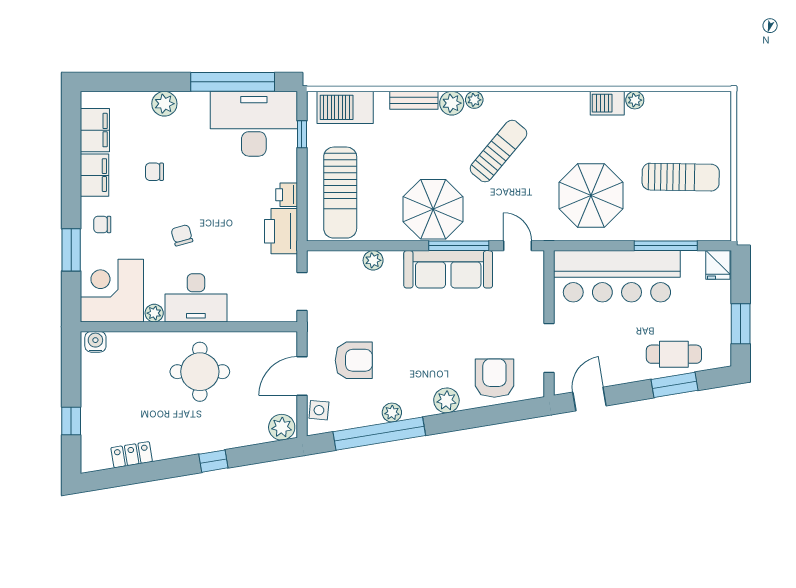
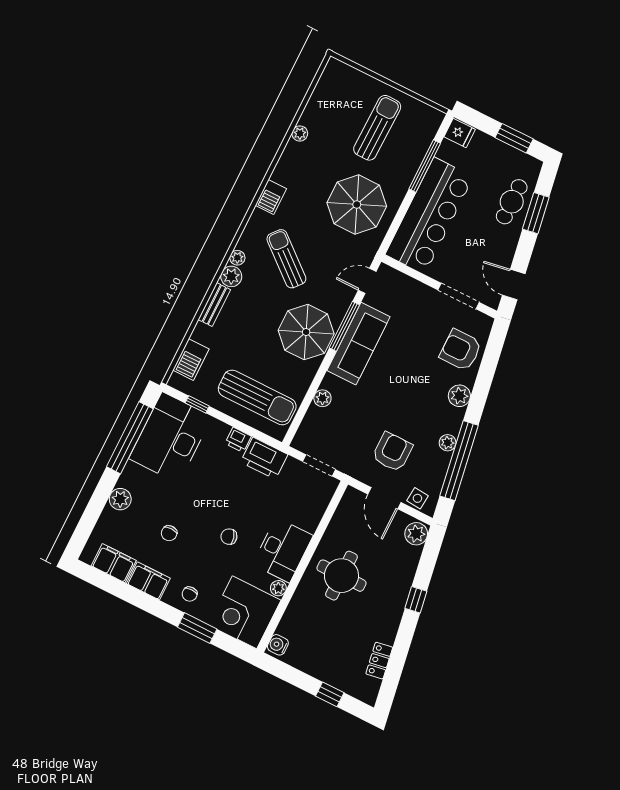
barbecue: (607, 103) -> (271, 197), moved
barbecue: (345, 107) -> (191, 360), width x0.73, depth x0.83

